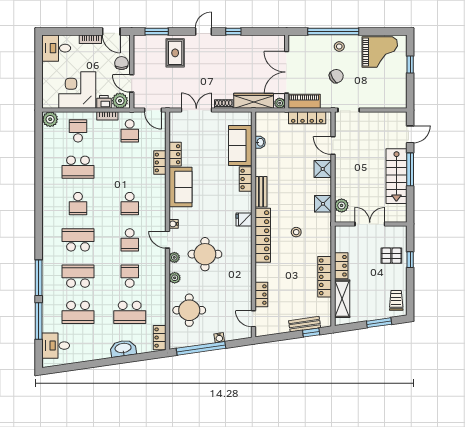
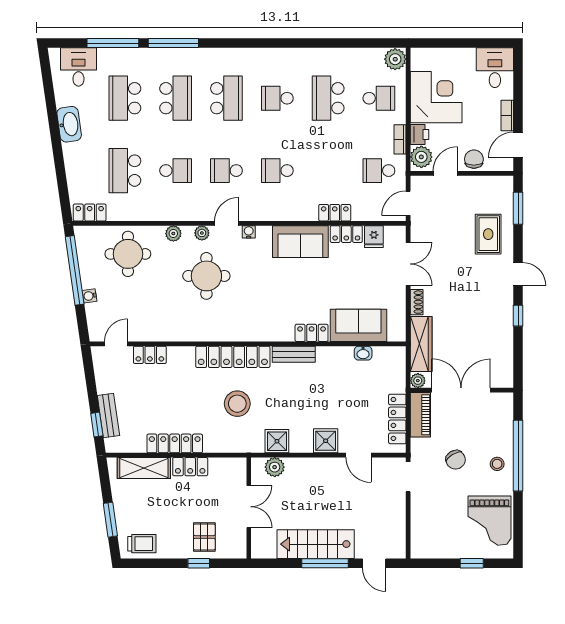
rug: (175, 53) -> (488, 234), turned 90
chair: (122, 63) -> (474, 159), turned -90
door: (333, 146) -> (358, 455), swing flipped
fridge: (244, 220) -> (374, 237), moved, turned 180
stool: (296, 232) -> (237, 404), width x1.89, depth x1.89
washbasin: (123, 348) -> (69, 124), moved

